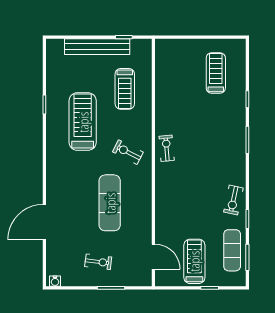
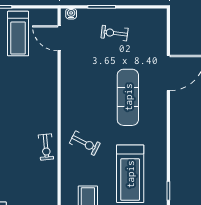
exercise mat: (110, 203) -> (128, 97), moved
water cooler: (55, 281) -> (71, 14), moved

